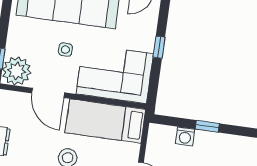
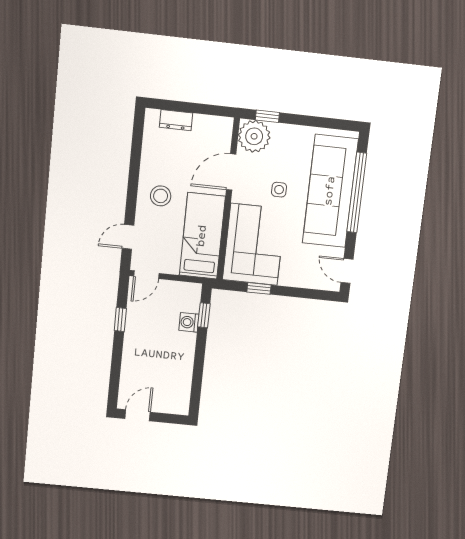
window: (159, 47) -> (259, 288), moved
window: (207, 126) -> (204, 315), moved

